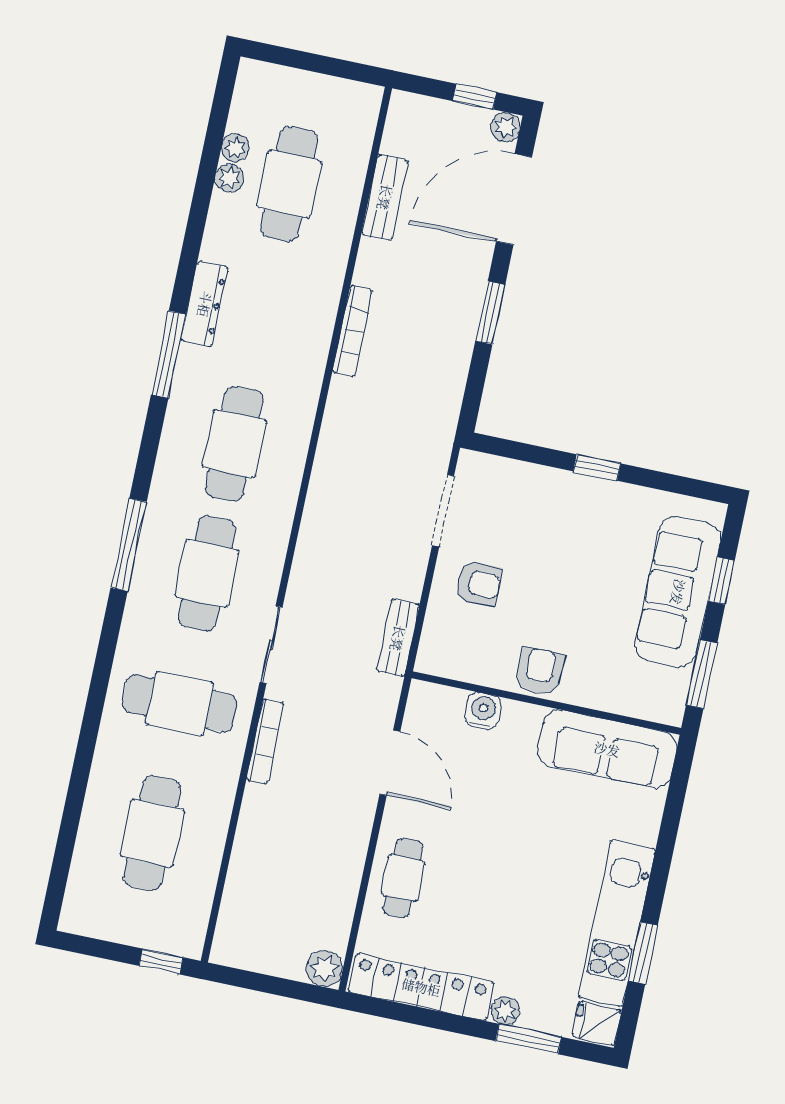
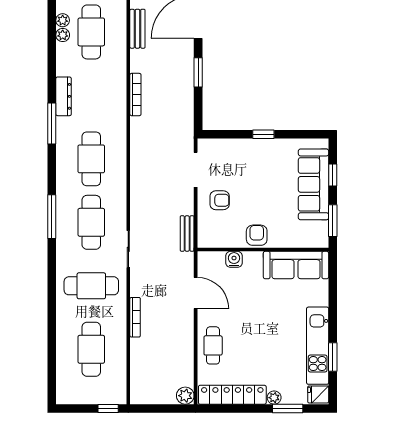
bookcase: (265, 741) -> (135, 317), moved

